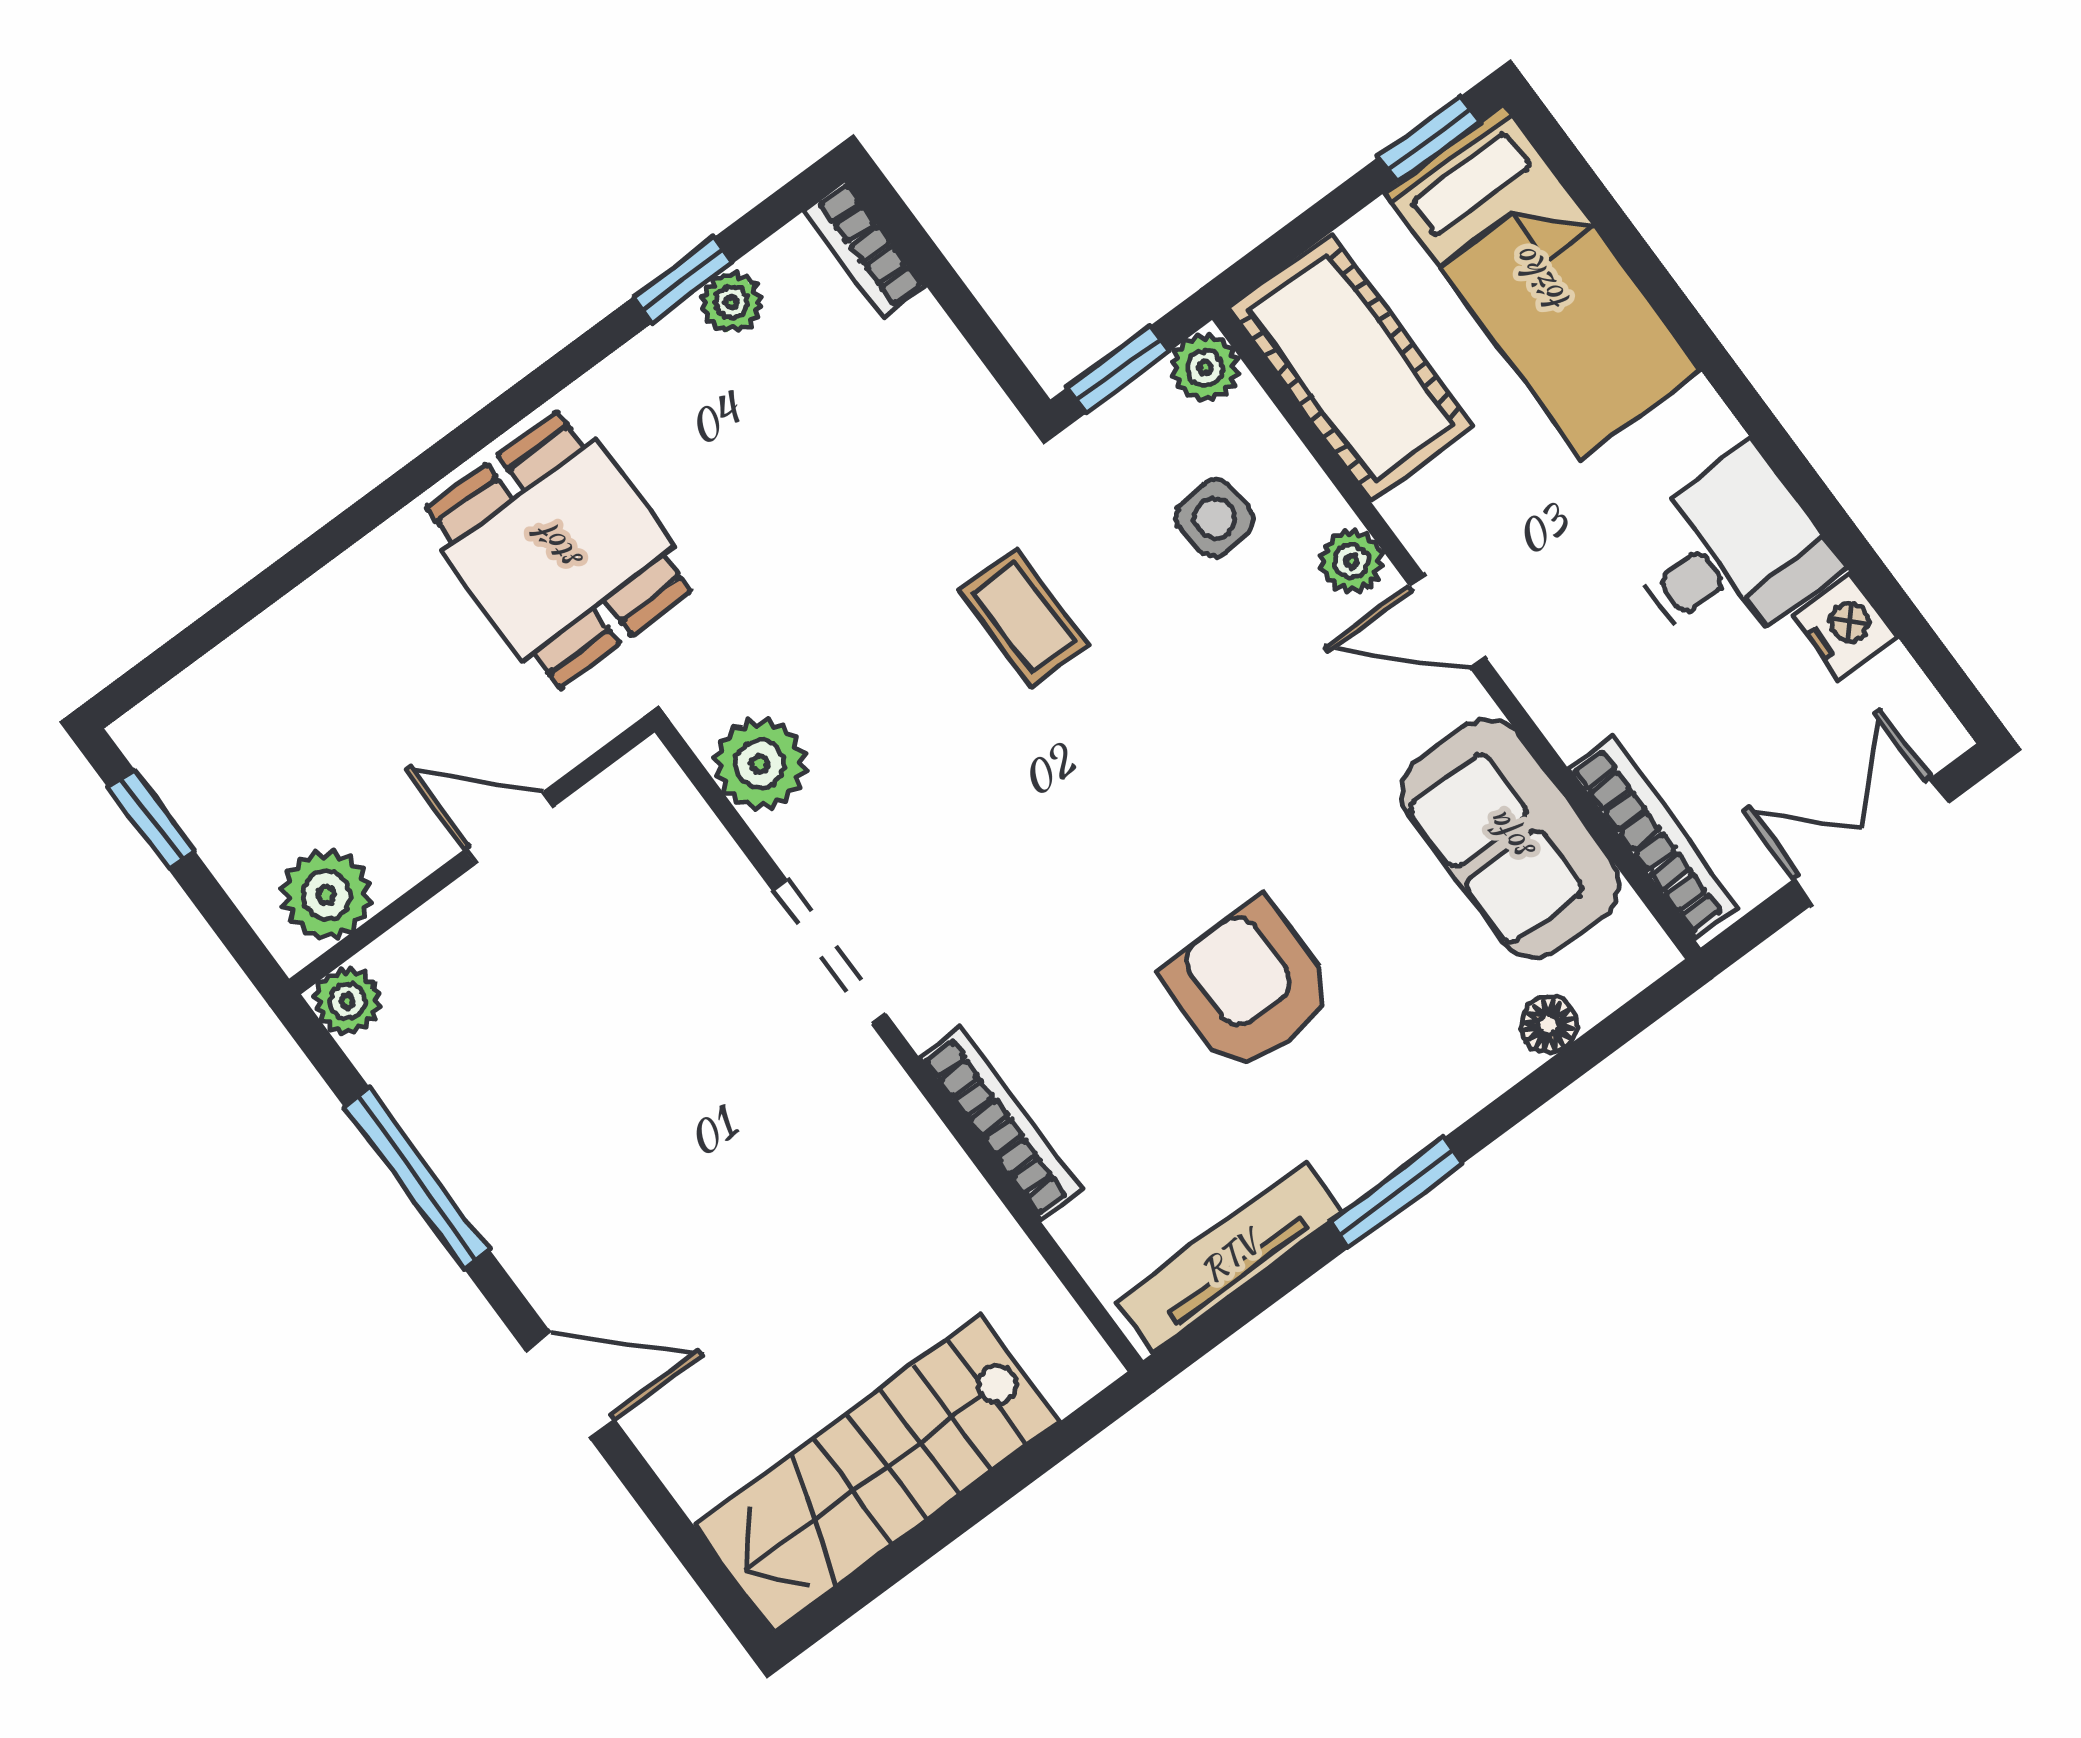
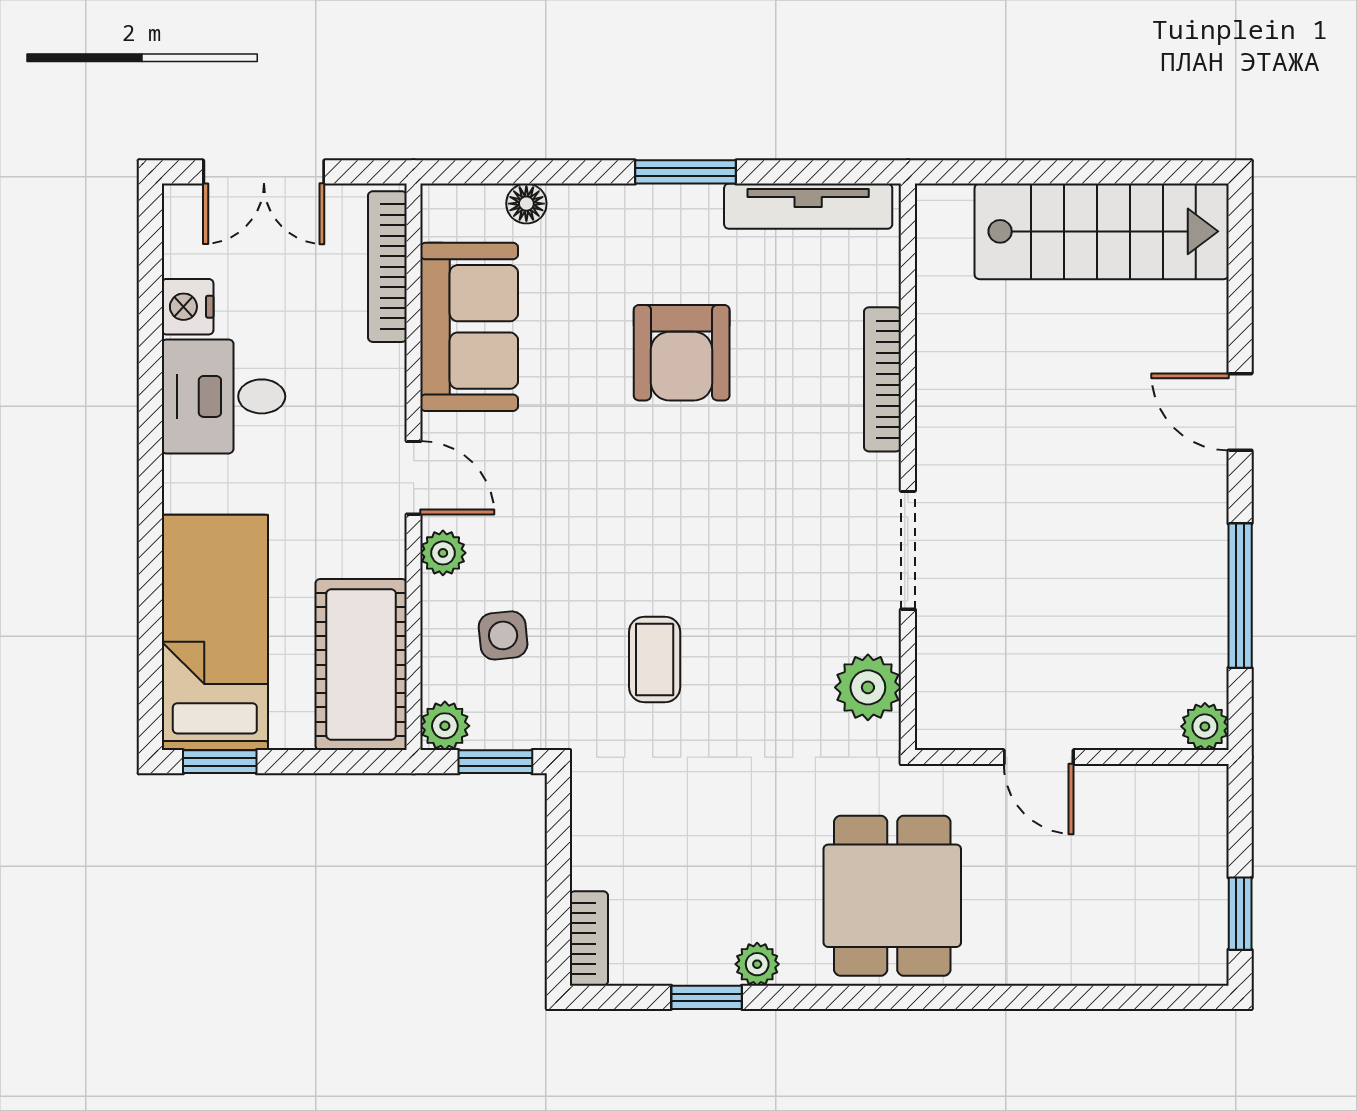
plant: (731, 302) -> (757, 964), moved
plant: (327, 895) -> (1172, 796), removed

